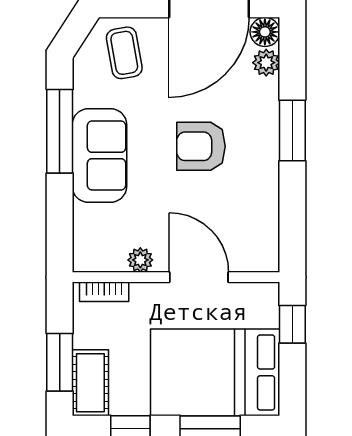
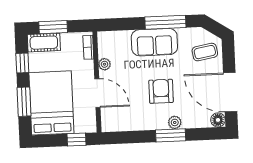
plant: (266, 63) -> (175, 122), moved
door: (199, 277) -> (97, 93), hinge flipped

